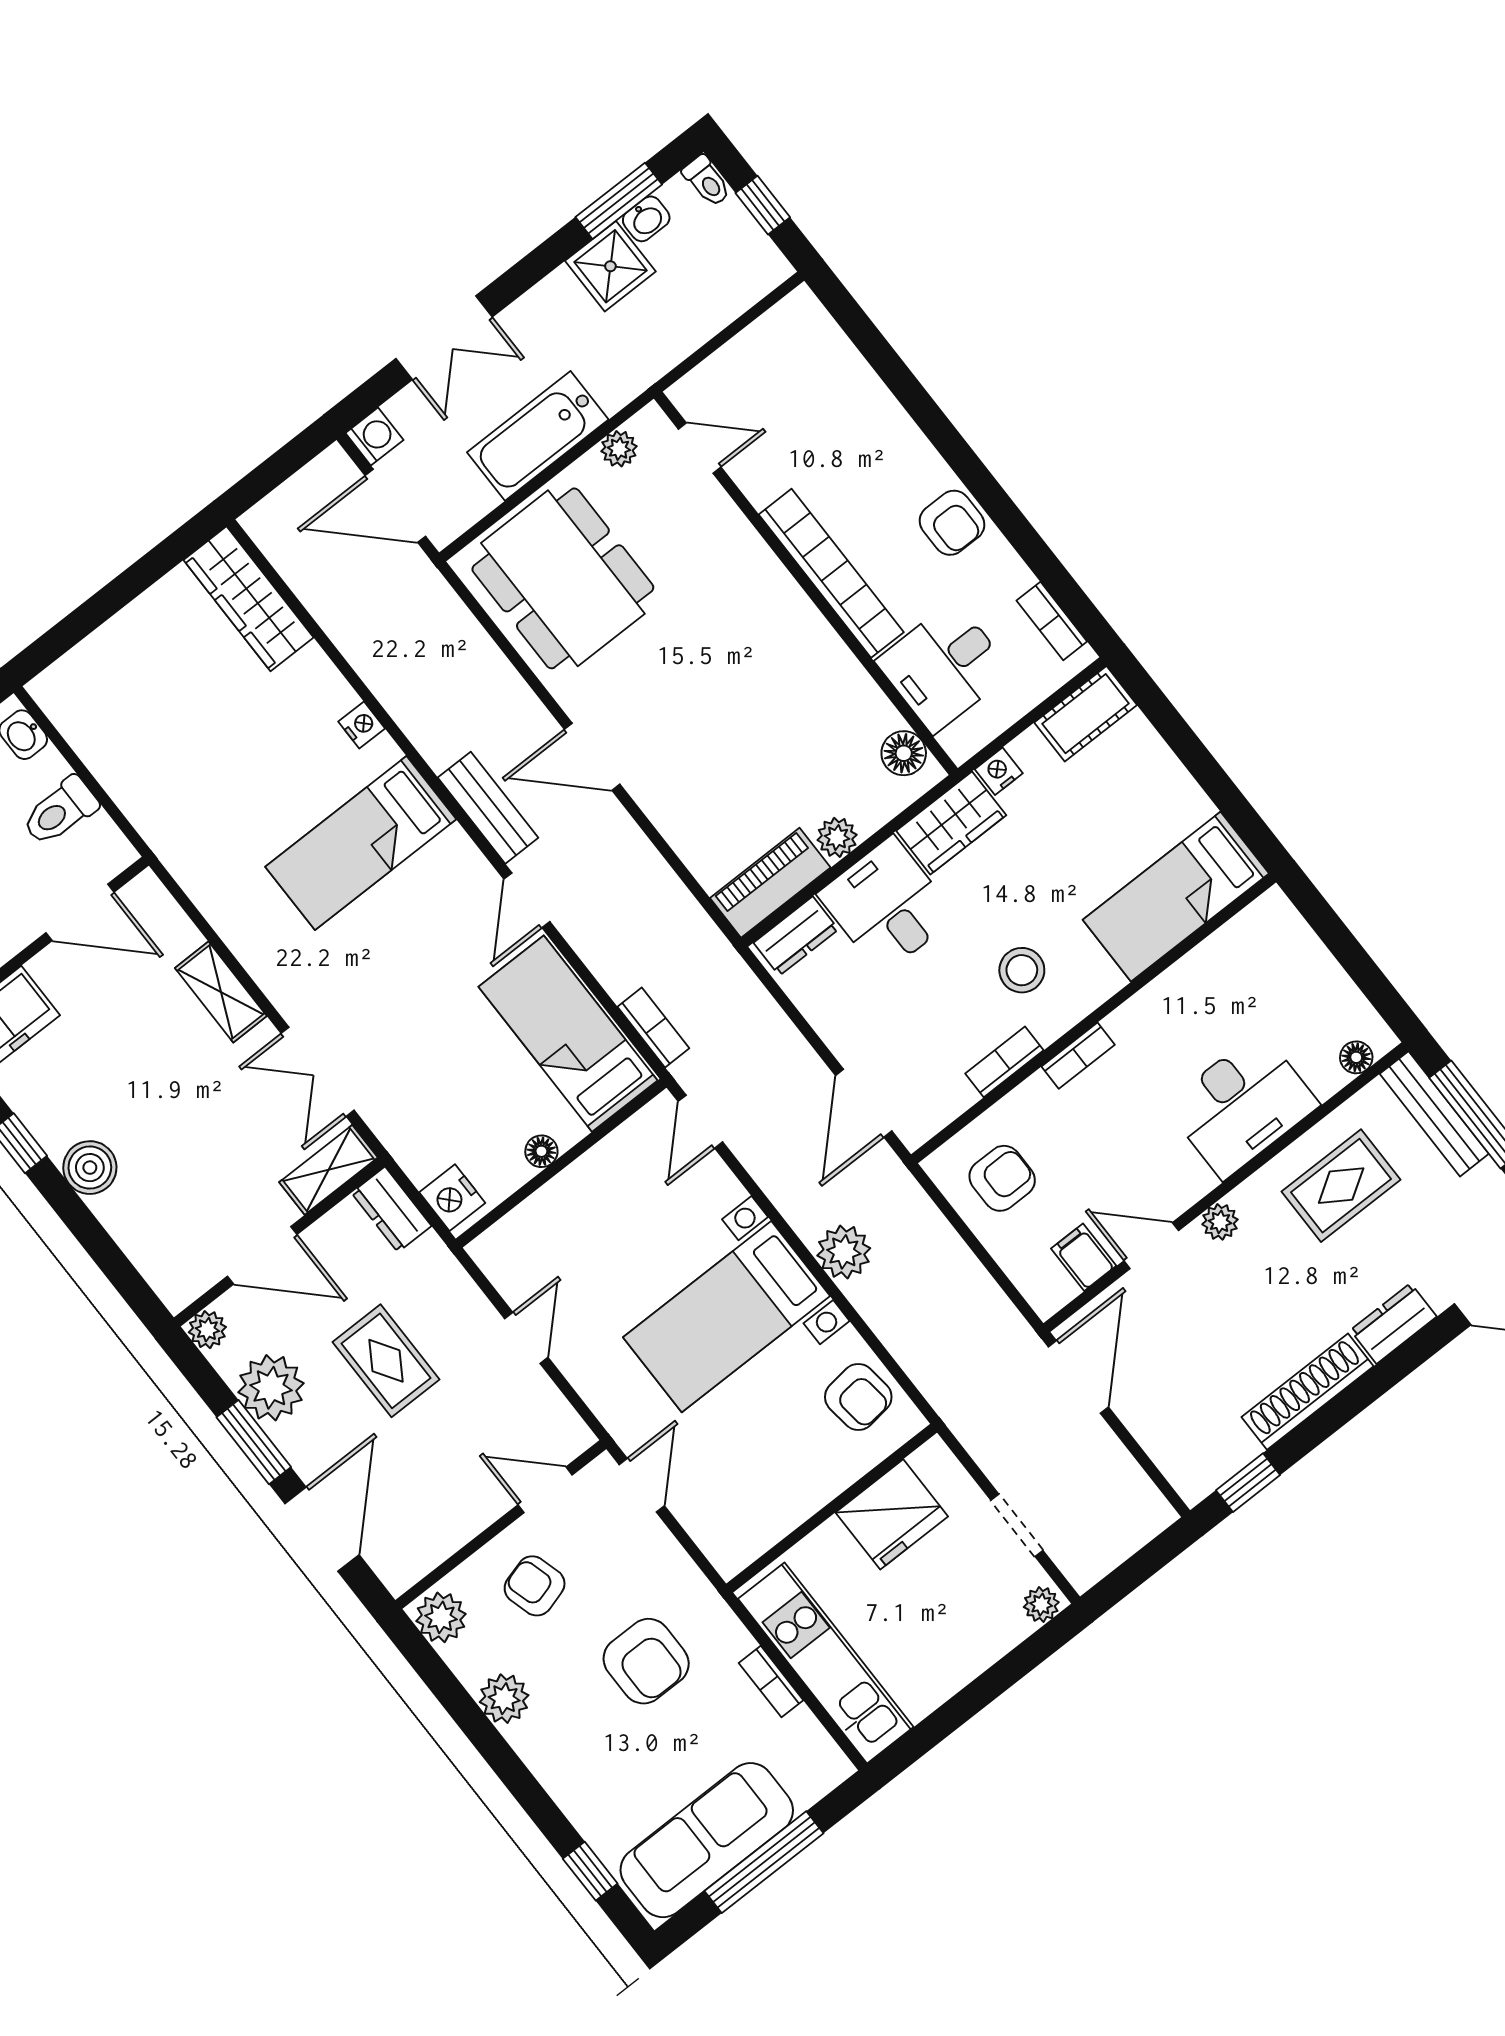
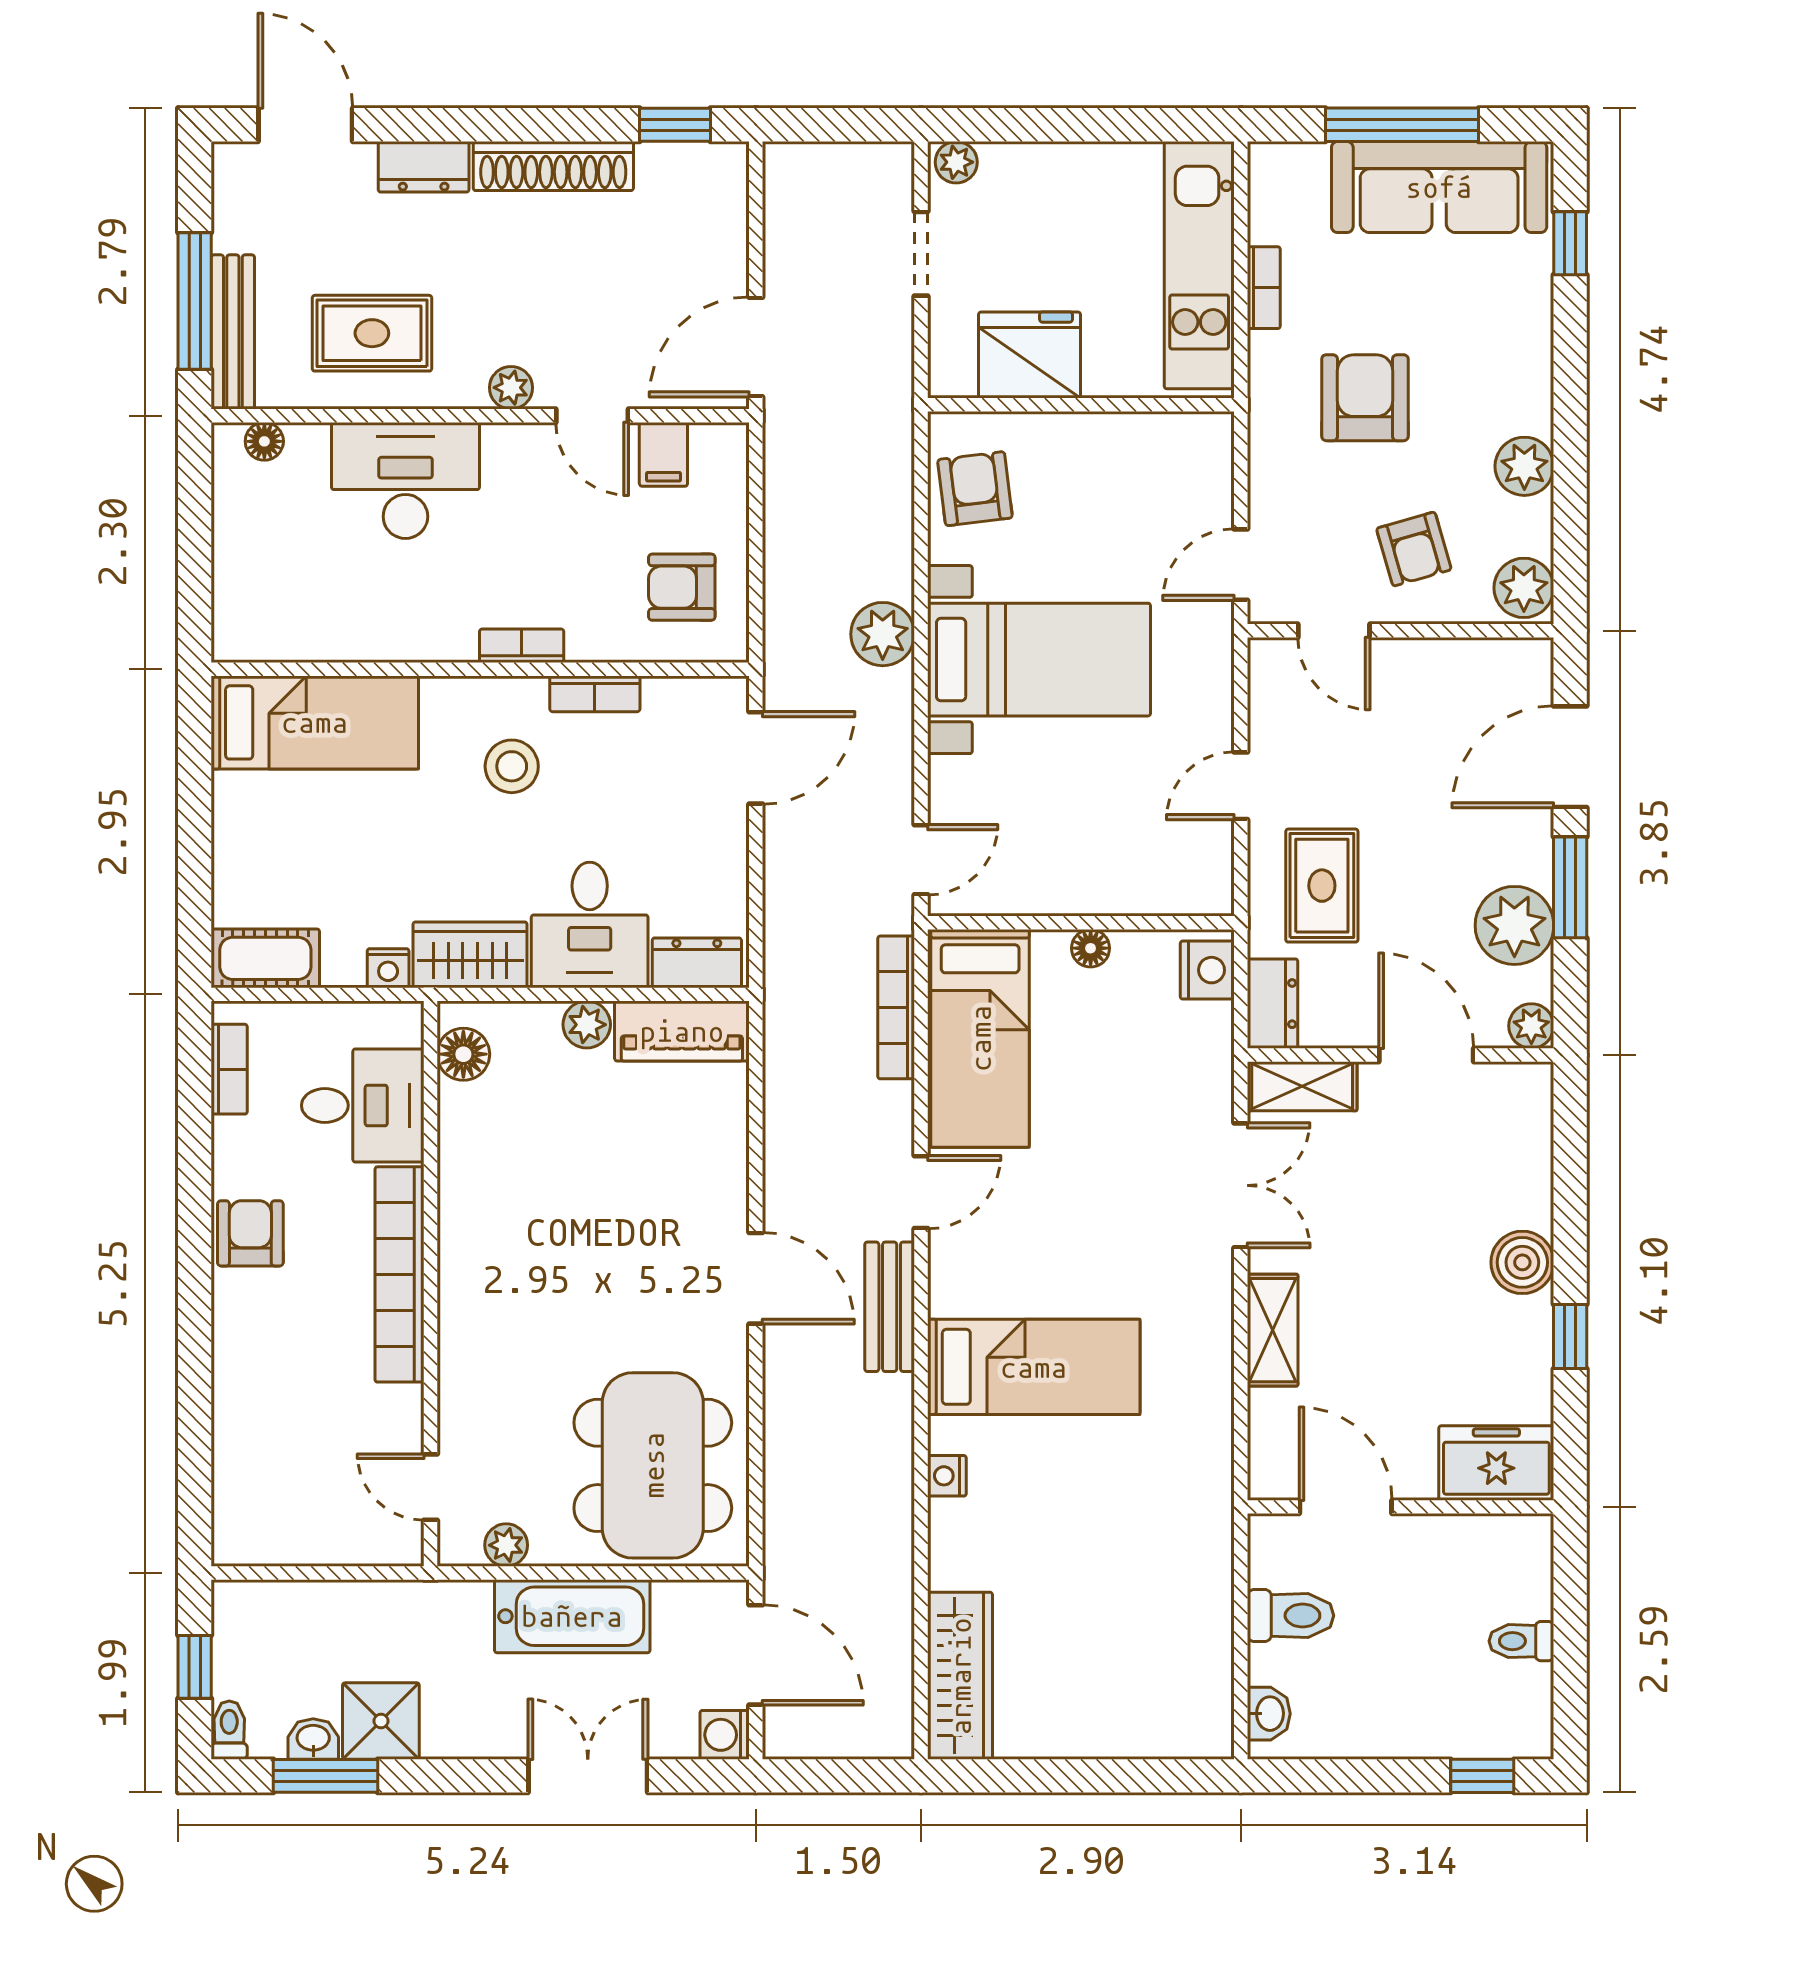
bookcase: (653, 1027) -> (896, 1007), width x1.56
rug: (386, 1361) -> (1322, 886), moved

